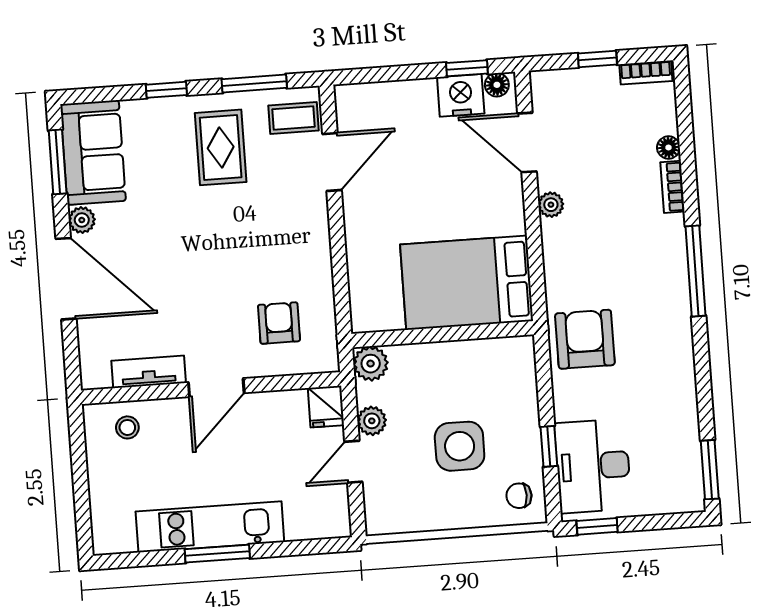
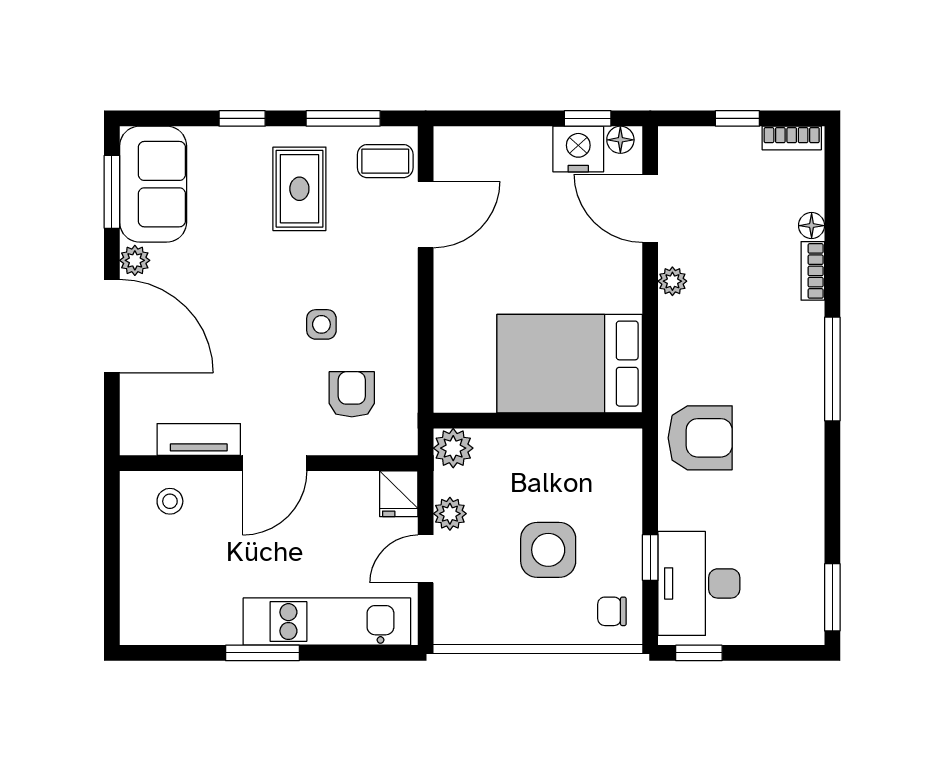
side table: (248, 264) -> (321, 324), added
armchair: (585, 339) -> (700, 438), turned 90
kitchen unit: (210, 527) -> (327, 622), moved

